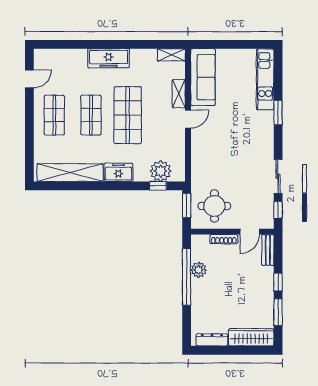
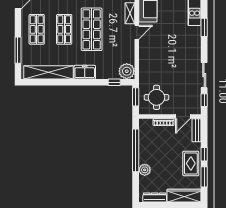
window: (29, 143) -> (18, 50), added
plant: (161, 171) -> (127, 71), moved
plant: (199, 270) -> (145, 170), moved
rug: (260, 294) -> (191, 163), added

